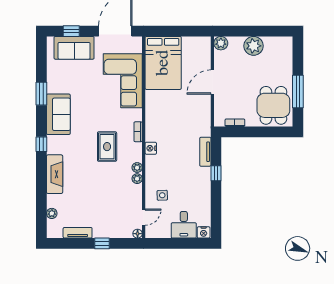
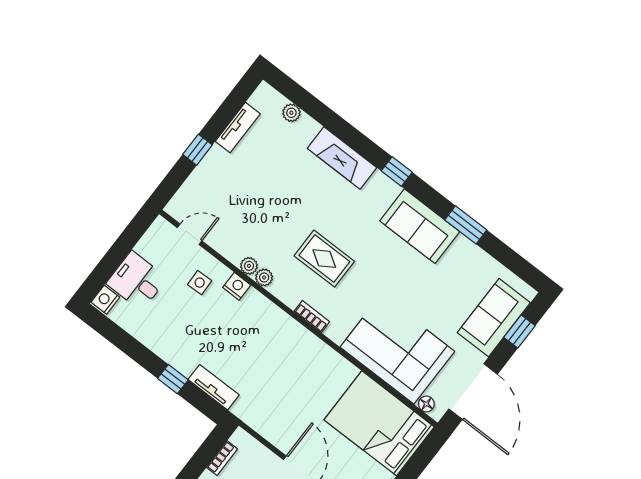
nightstand: (151, 148) -> (237, 286), moved
door: (144, 217) -> (190, 234), swing flipped
floor lamp: (138, 234) -> (426, 404), moved

